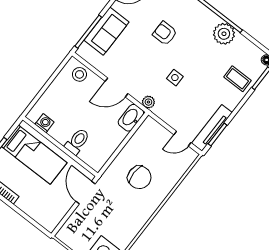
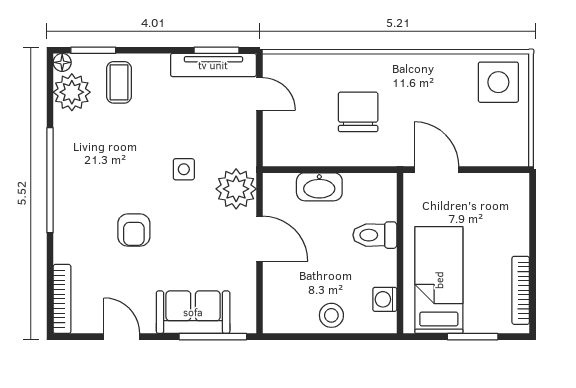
plant: (224, 34) -> (72, 92), moved
stool: (79, 74) -> (331, 315), moved
plant: (148, 102) -> (236, 189), width x1.87, depth x1.87
washbasin: (131, 118) -> (319, 187), moved
door: (85, 193) -> (436, 170), swing flipped

